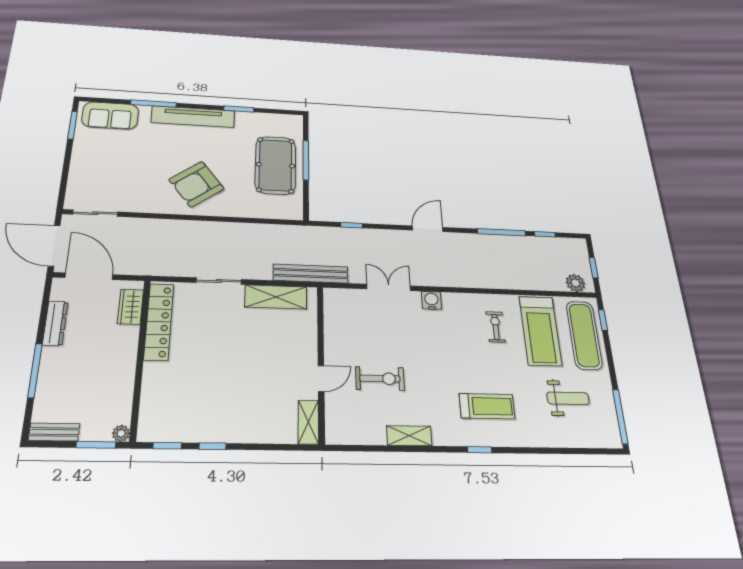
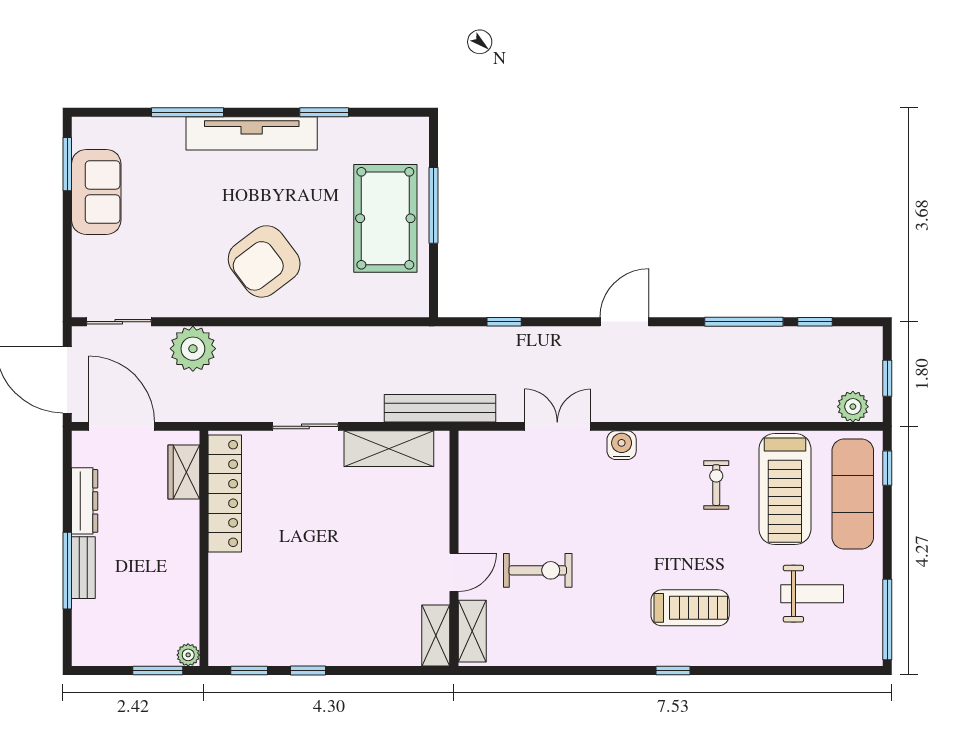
sofa: (110, 116) -> (96, 192), moved, turned -90
plant: (144, 231) -> (193, 349), added
bench: (54, 432) -> (83, 568), moved, turned 90
shelving: (409, 436) -> (472, 631), moved, turned 90

